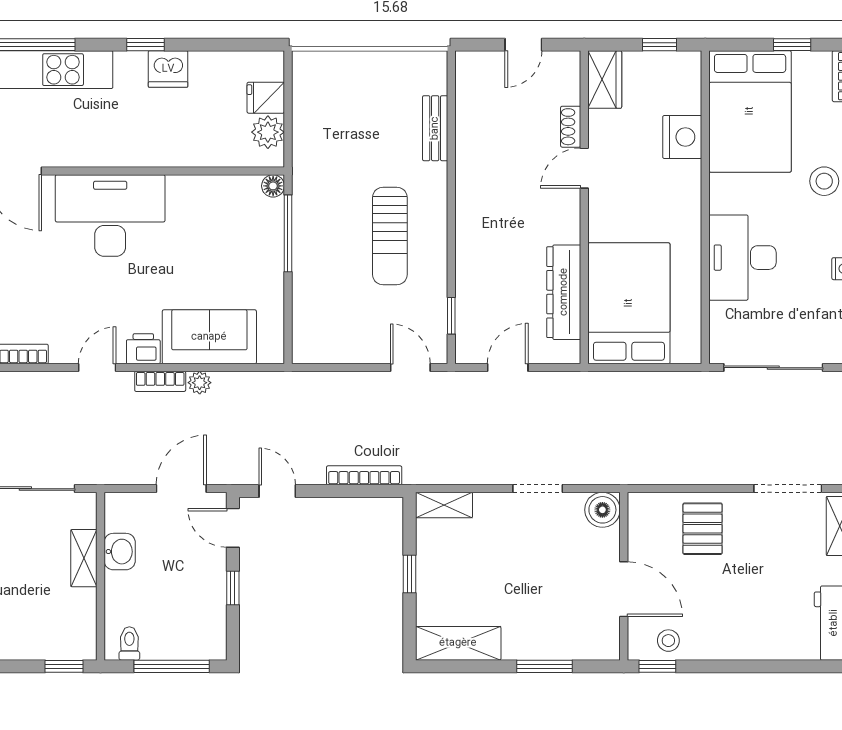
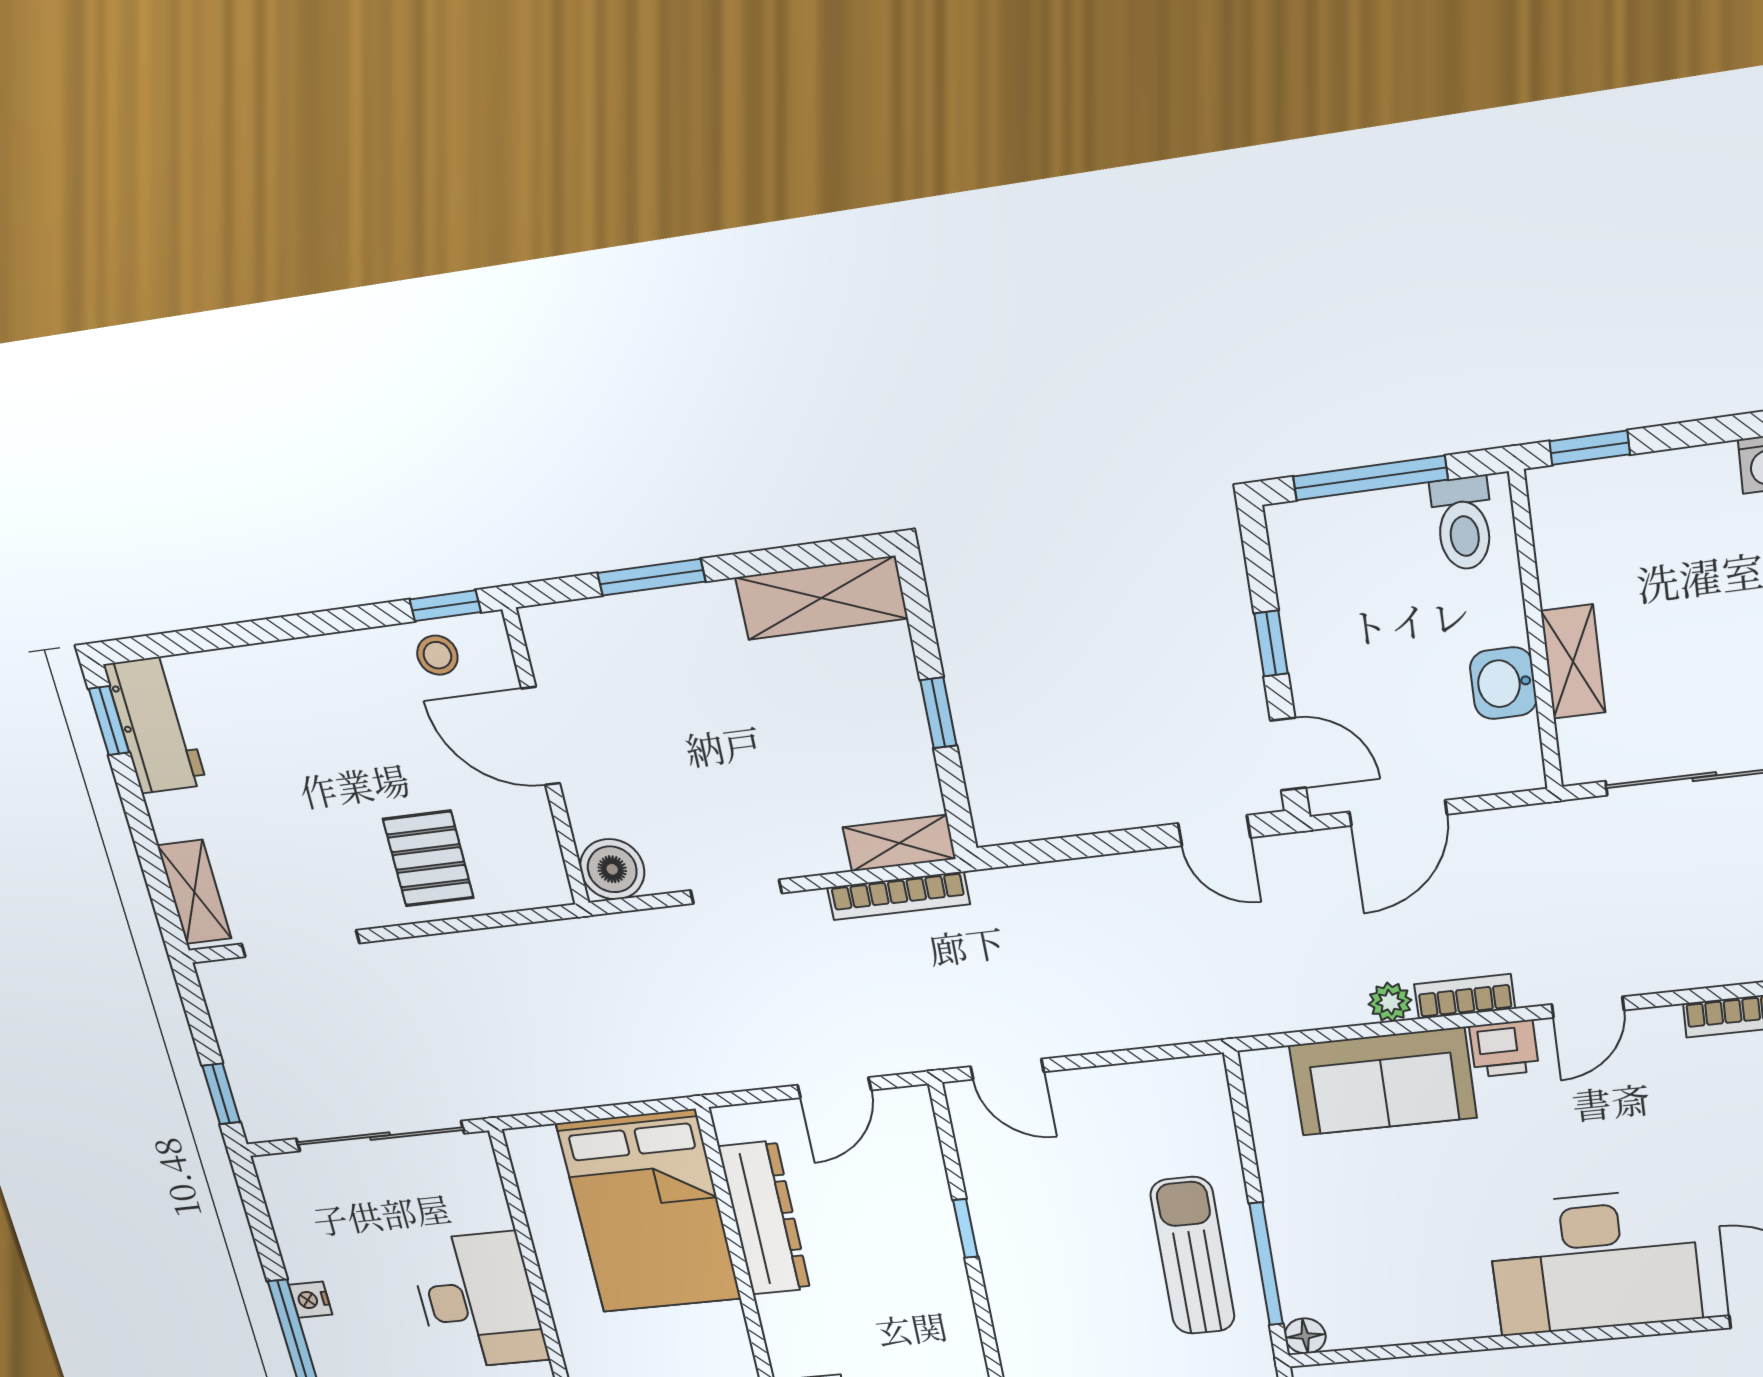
sun lounger: (390, 236) -> (1193, 1256), moved
window: (451, 316) -> (965, 1228), moved
bookcase: (364, 475) -> (898, 896), moved
toilet: (129, 644) -> (1463, 523), width x1.37, depth x1.39

